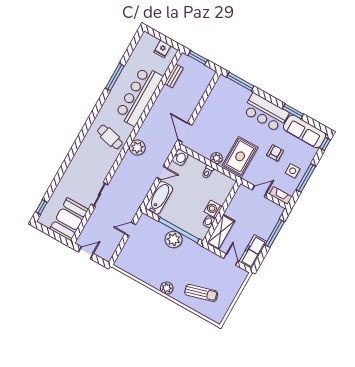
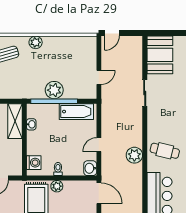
bathtub: (159, 198) -> (76, 112), moved, turned -90
washing machine: (213, 209) -> (34, 163), moved
door: (86, 253) -> (112, 33), moved

